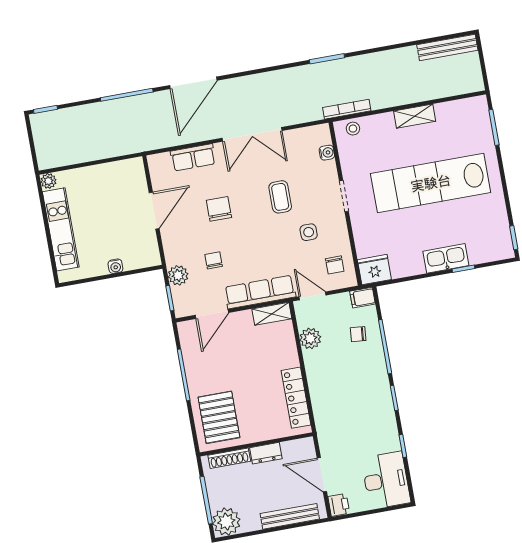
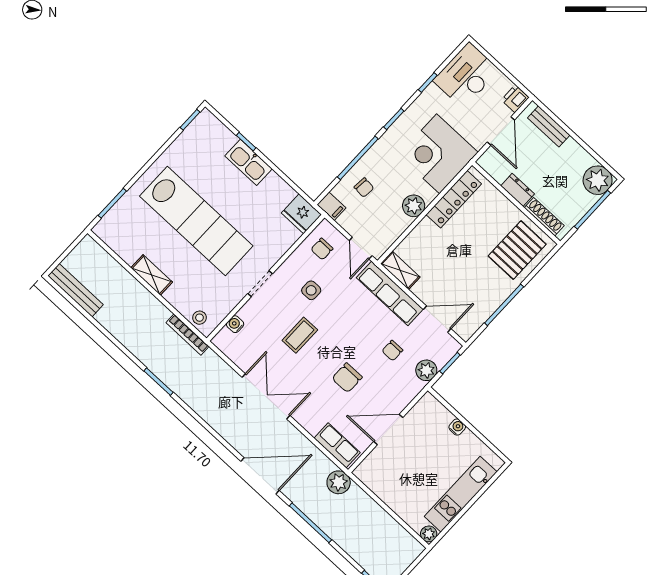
plant: (142, 141) -> (339, 482), added
row of seats: (193, 157) -> (337, 445), moved
chair: (335, 265) -> (322, 249), turned 180
plant: (310, 338) -> (414, 206), moved
corner desk: (341, 412) -> (438, 154), added
bench: (290, 516) -> (549, 126), width x0.73

